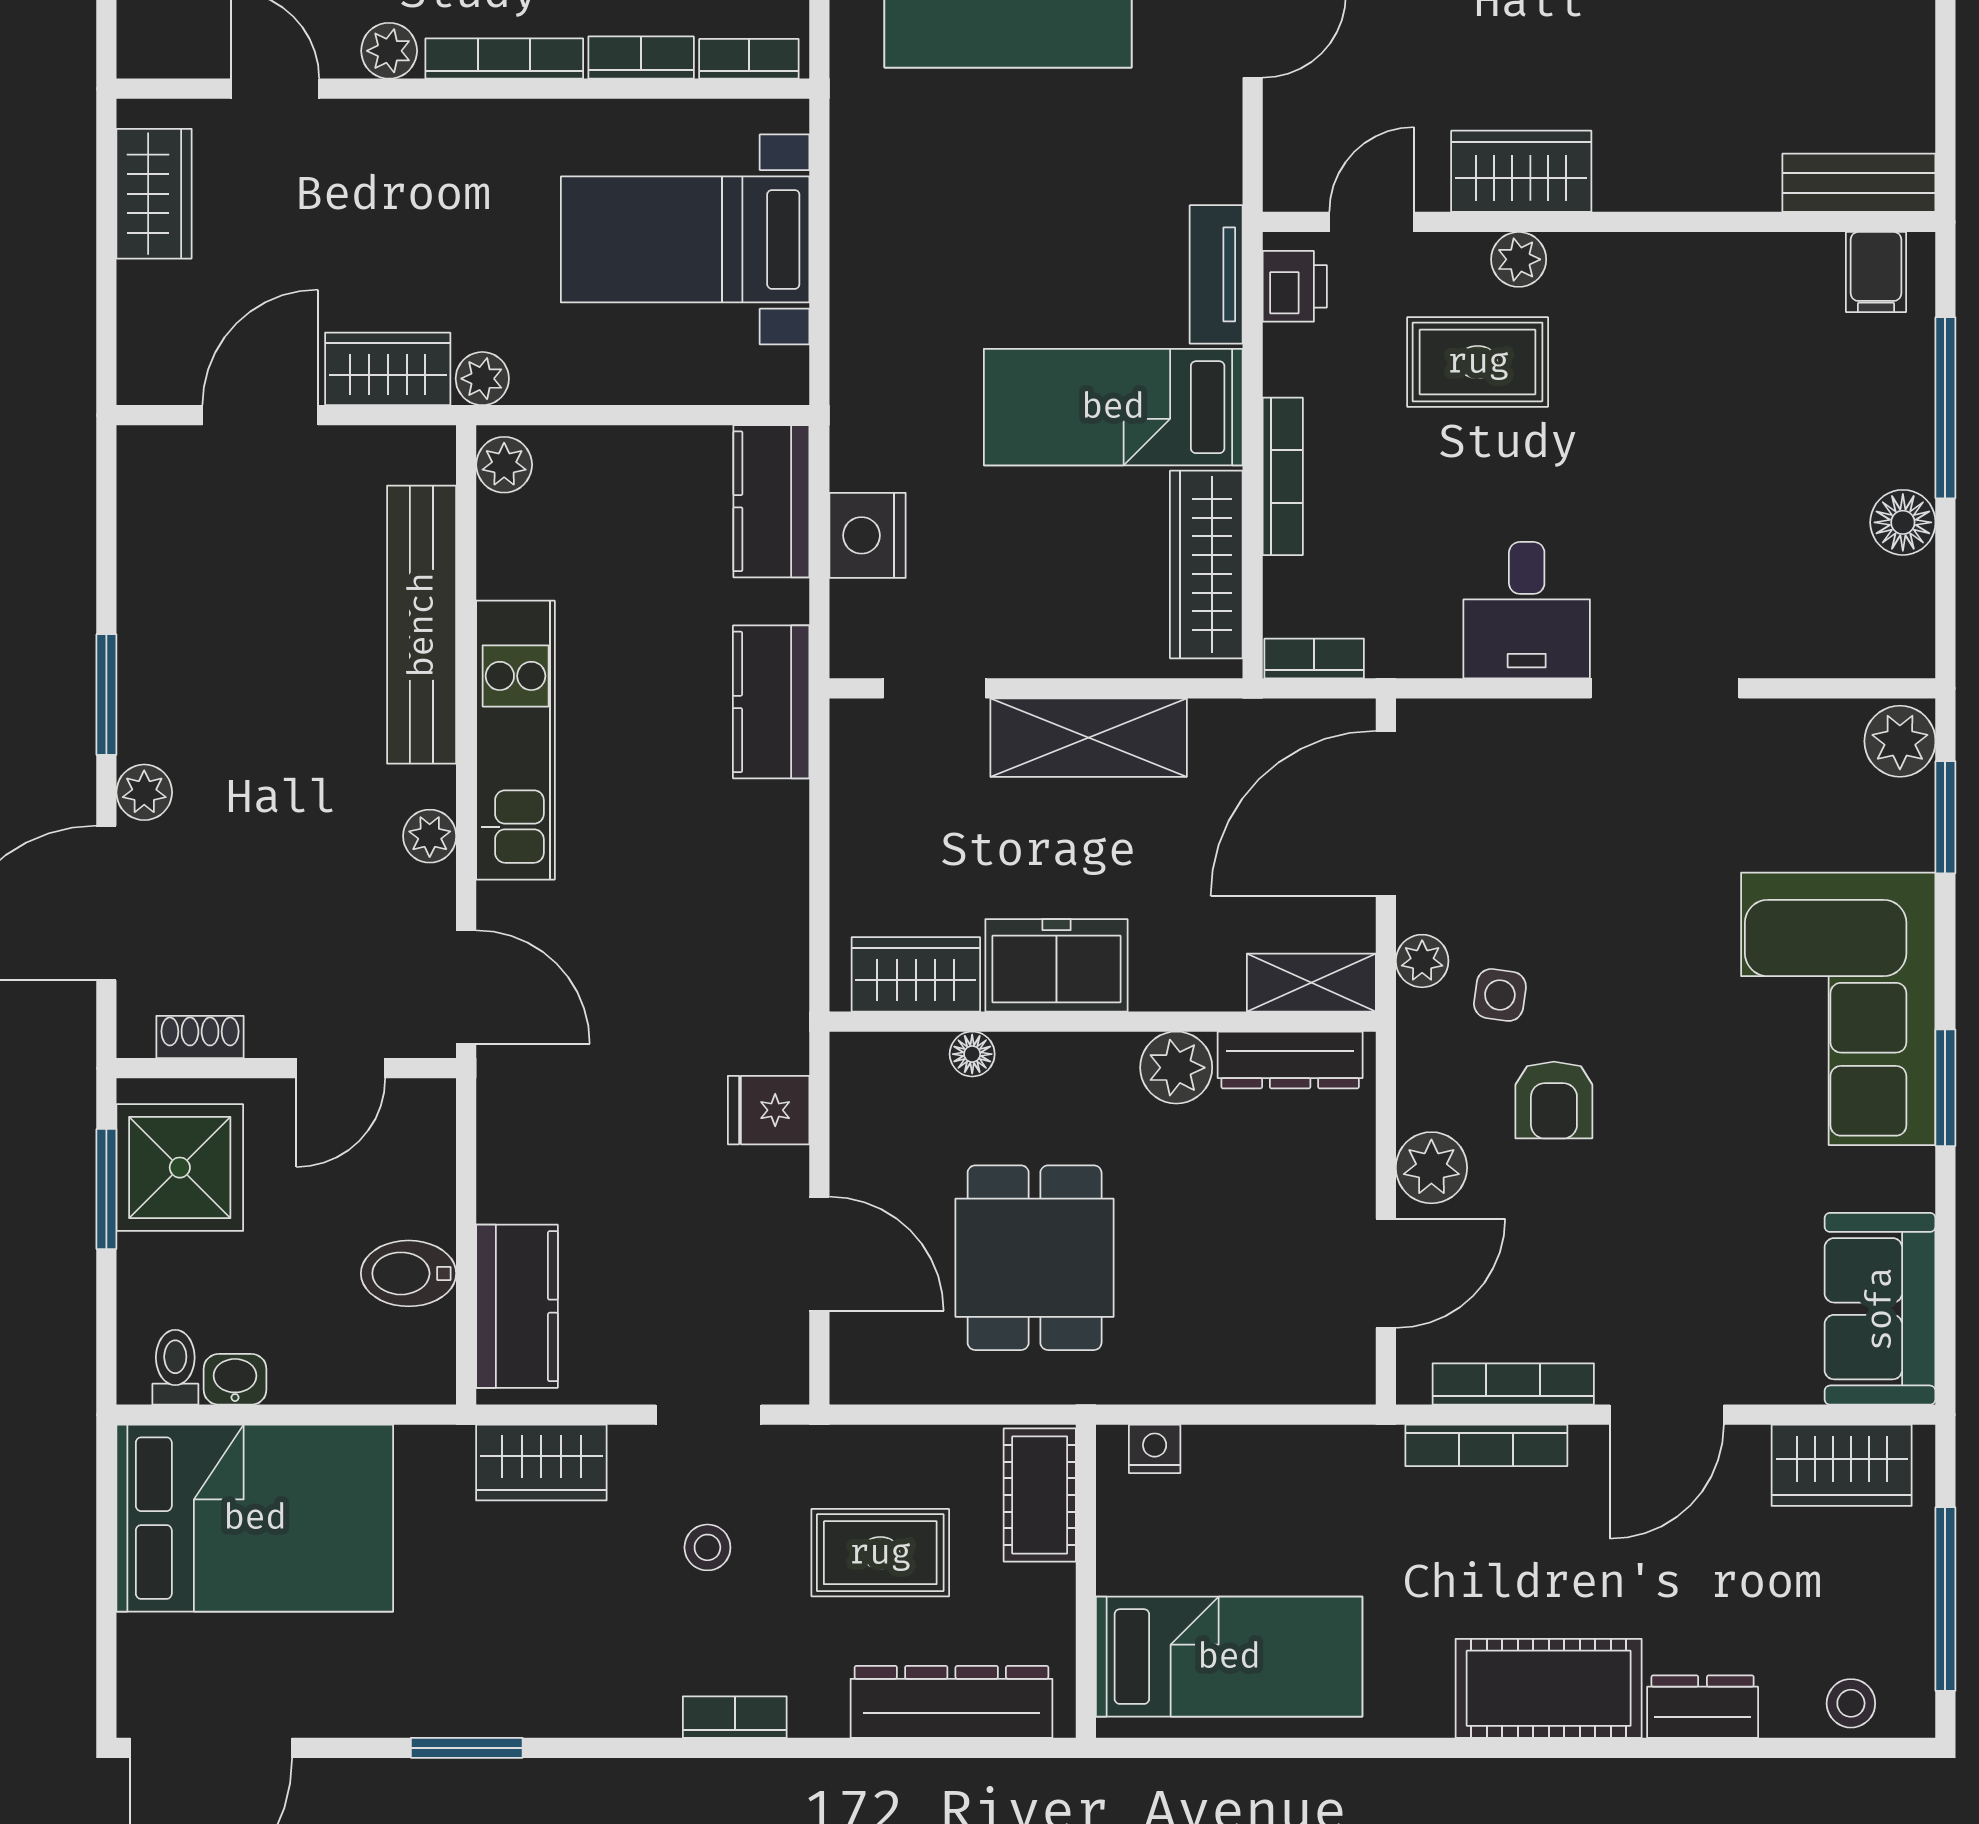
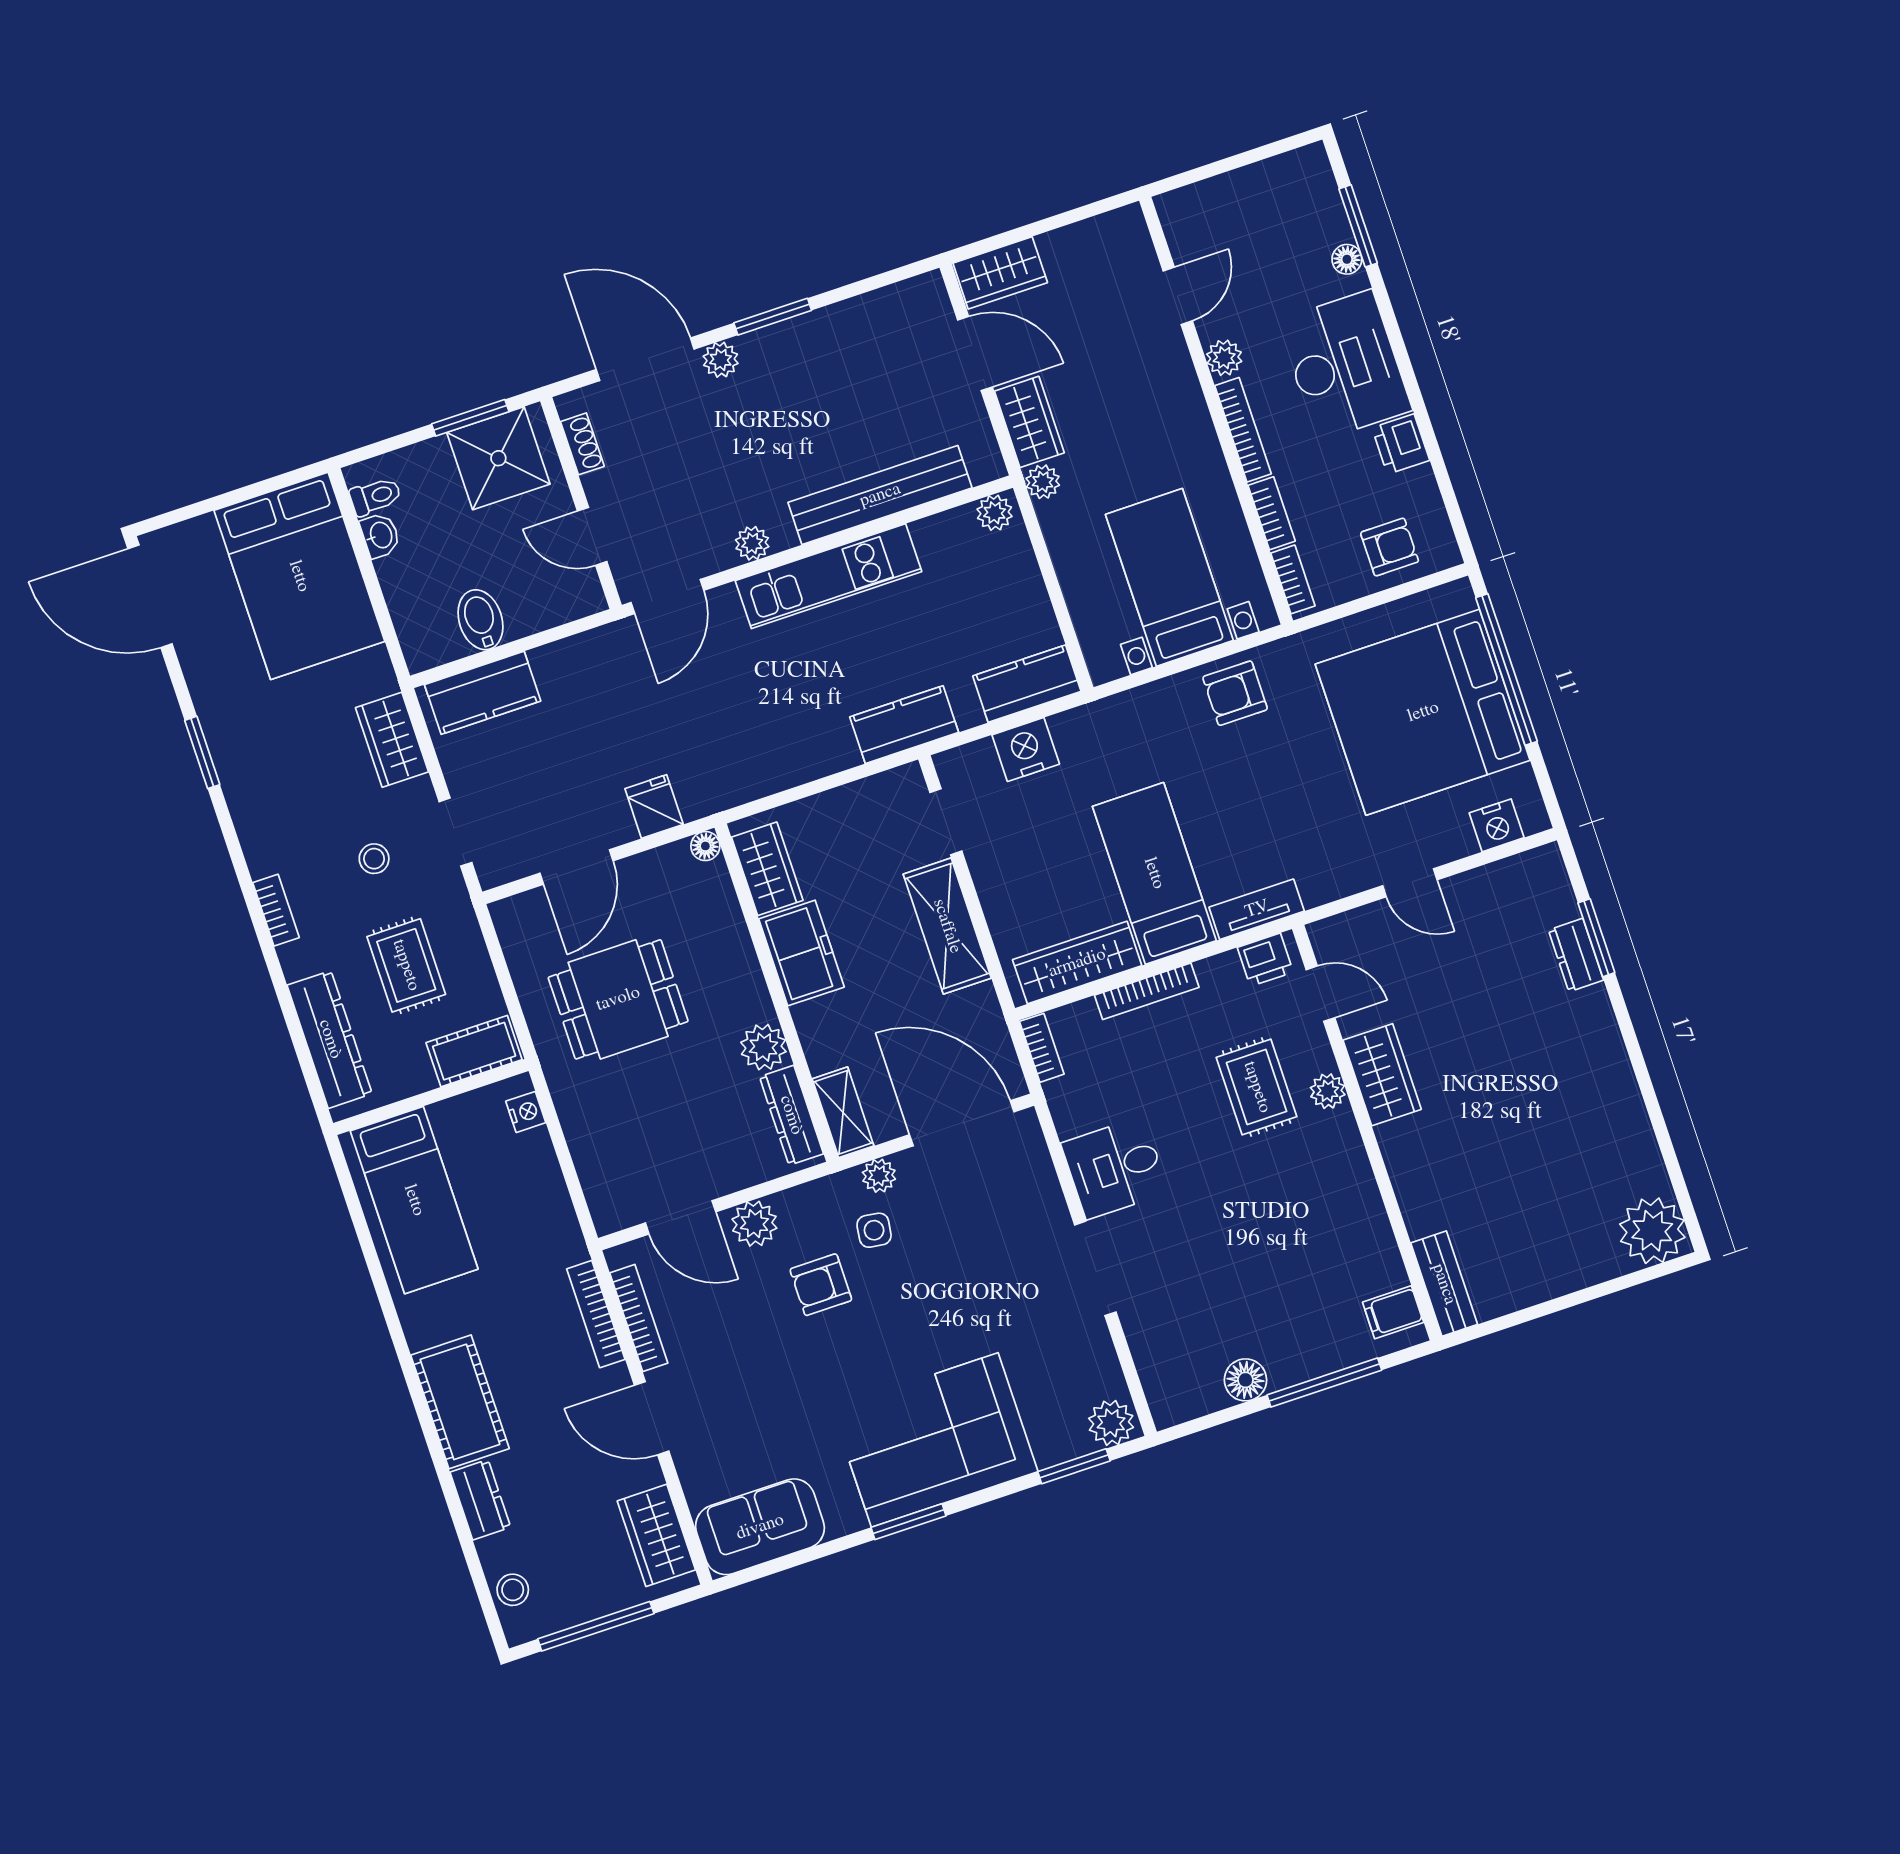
wardrobe: (154, 194) -> (1000, 273), moved
armchair: (888, 200) -> (1235, 693), added
floor lamp: (972, 1054) -> (705, 846), moved

